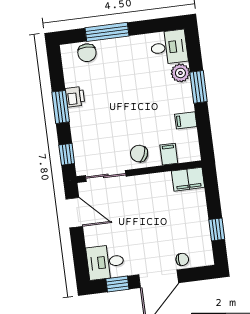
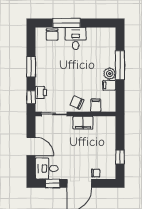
desk: (169, 47) -> (76, 38), moved, turned -90
plant: (180, 73) -> (110, 74), moved
window: (199, 87) -> (120, 65), width x1.44
printer: (75, 97) -> (41, 92), moved
filing cabinet: (188, 179) -> (83, 123), moved
door: (74, 213) -> (31, 146), moved

